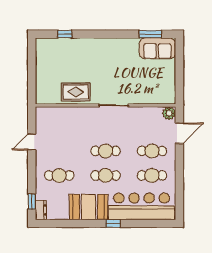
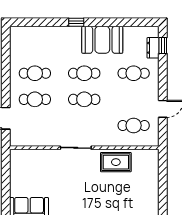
plant: (169, 113) -> (17, 139), removed
cafe table: (59, 126) -> (134, 125), added
bar counter: (142, 206) -> (46, 40), removed
dresser: (41, 210) -> (153, 48), moved

